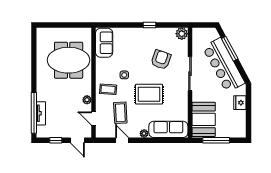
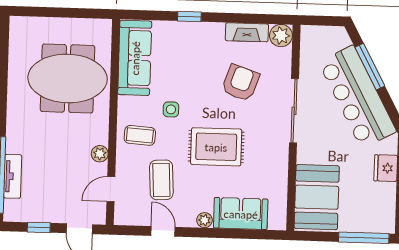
window: (149, 25) -> (189, 17), moved
fireplace: (164, 32) -> (247, 32), added
sofa: (104, 43) -> (135, 58), width x1.36
door: (94, 119) -> (111, 189), hinge flipped
sofa: (168, 129) -> (241, 214), width x0.73
window: (216, 140) -> (364, 238), moved

